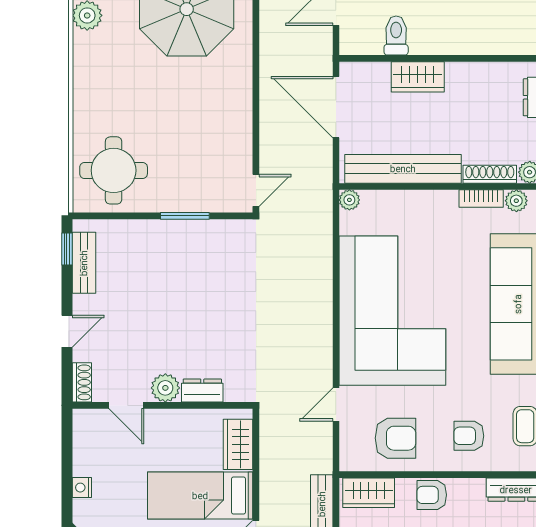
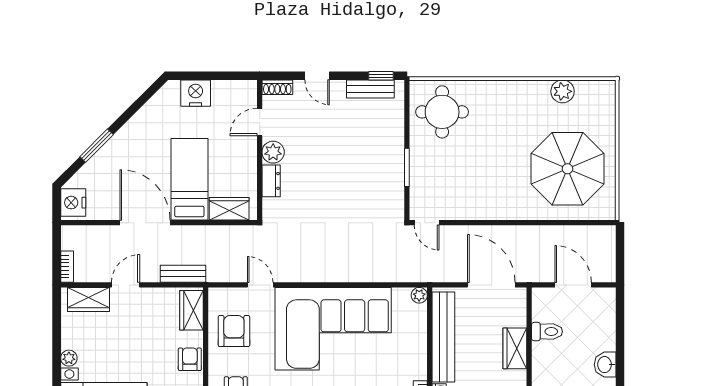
door: (336, 107) -> (491, 285), hinge flipped
armchair: (395, 438) -> (234, 331), turned 180
nightstand: (82, 488) -> (196, 93), width x1.89, depth x1.79

